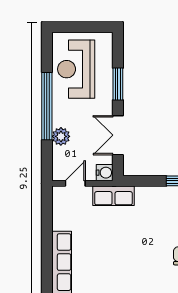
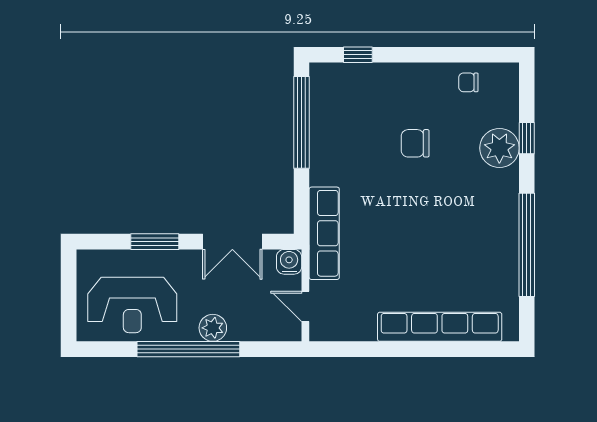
plant: (61, 136) -> (213, 328), moved
row of seats: (114, 196) -> (324, 233), width x1.48

